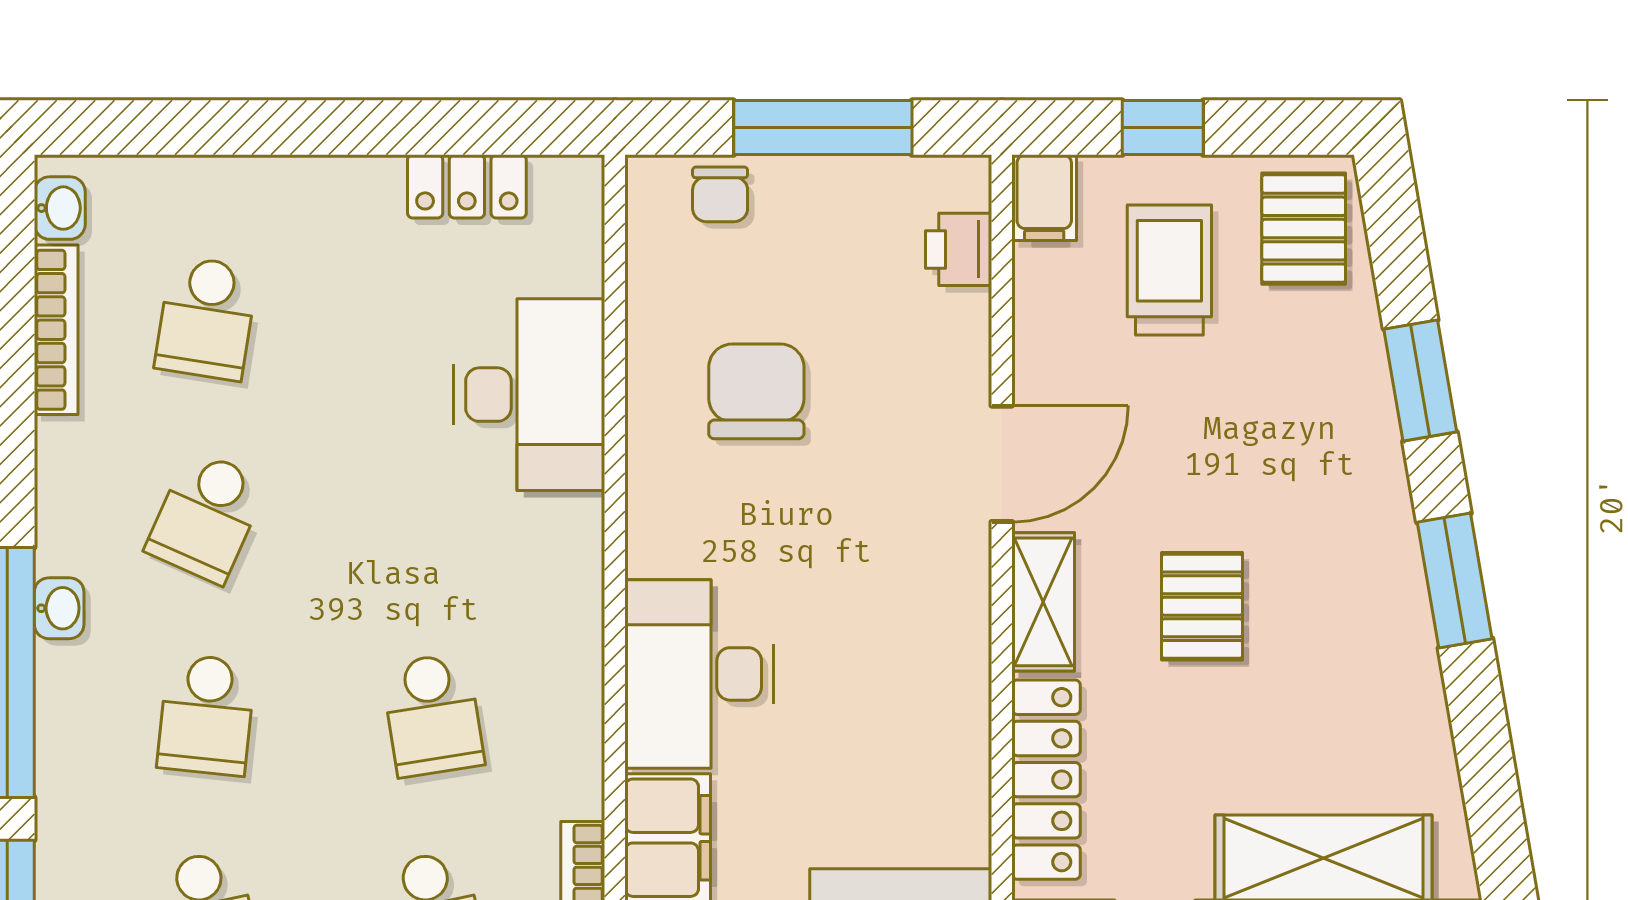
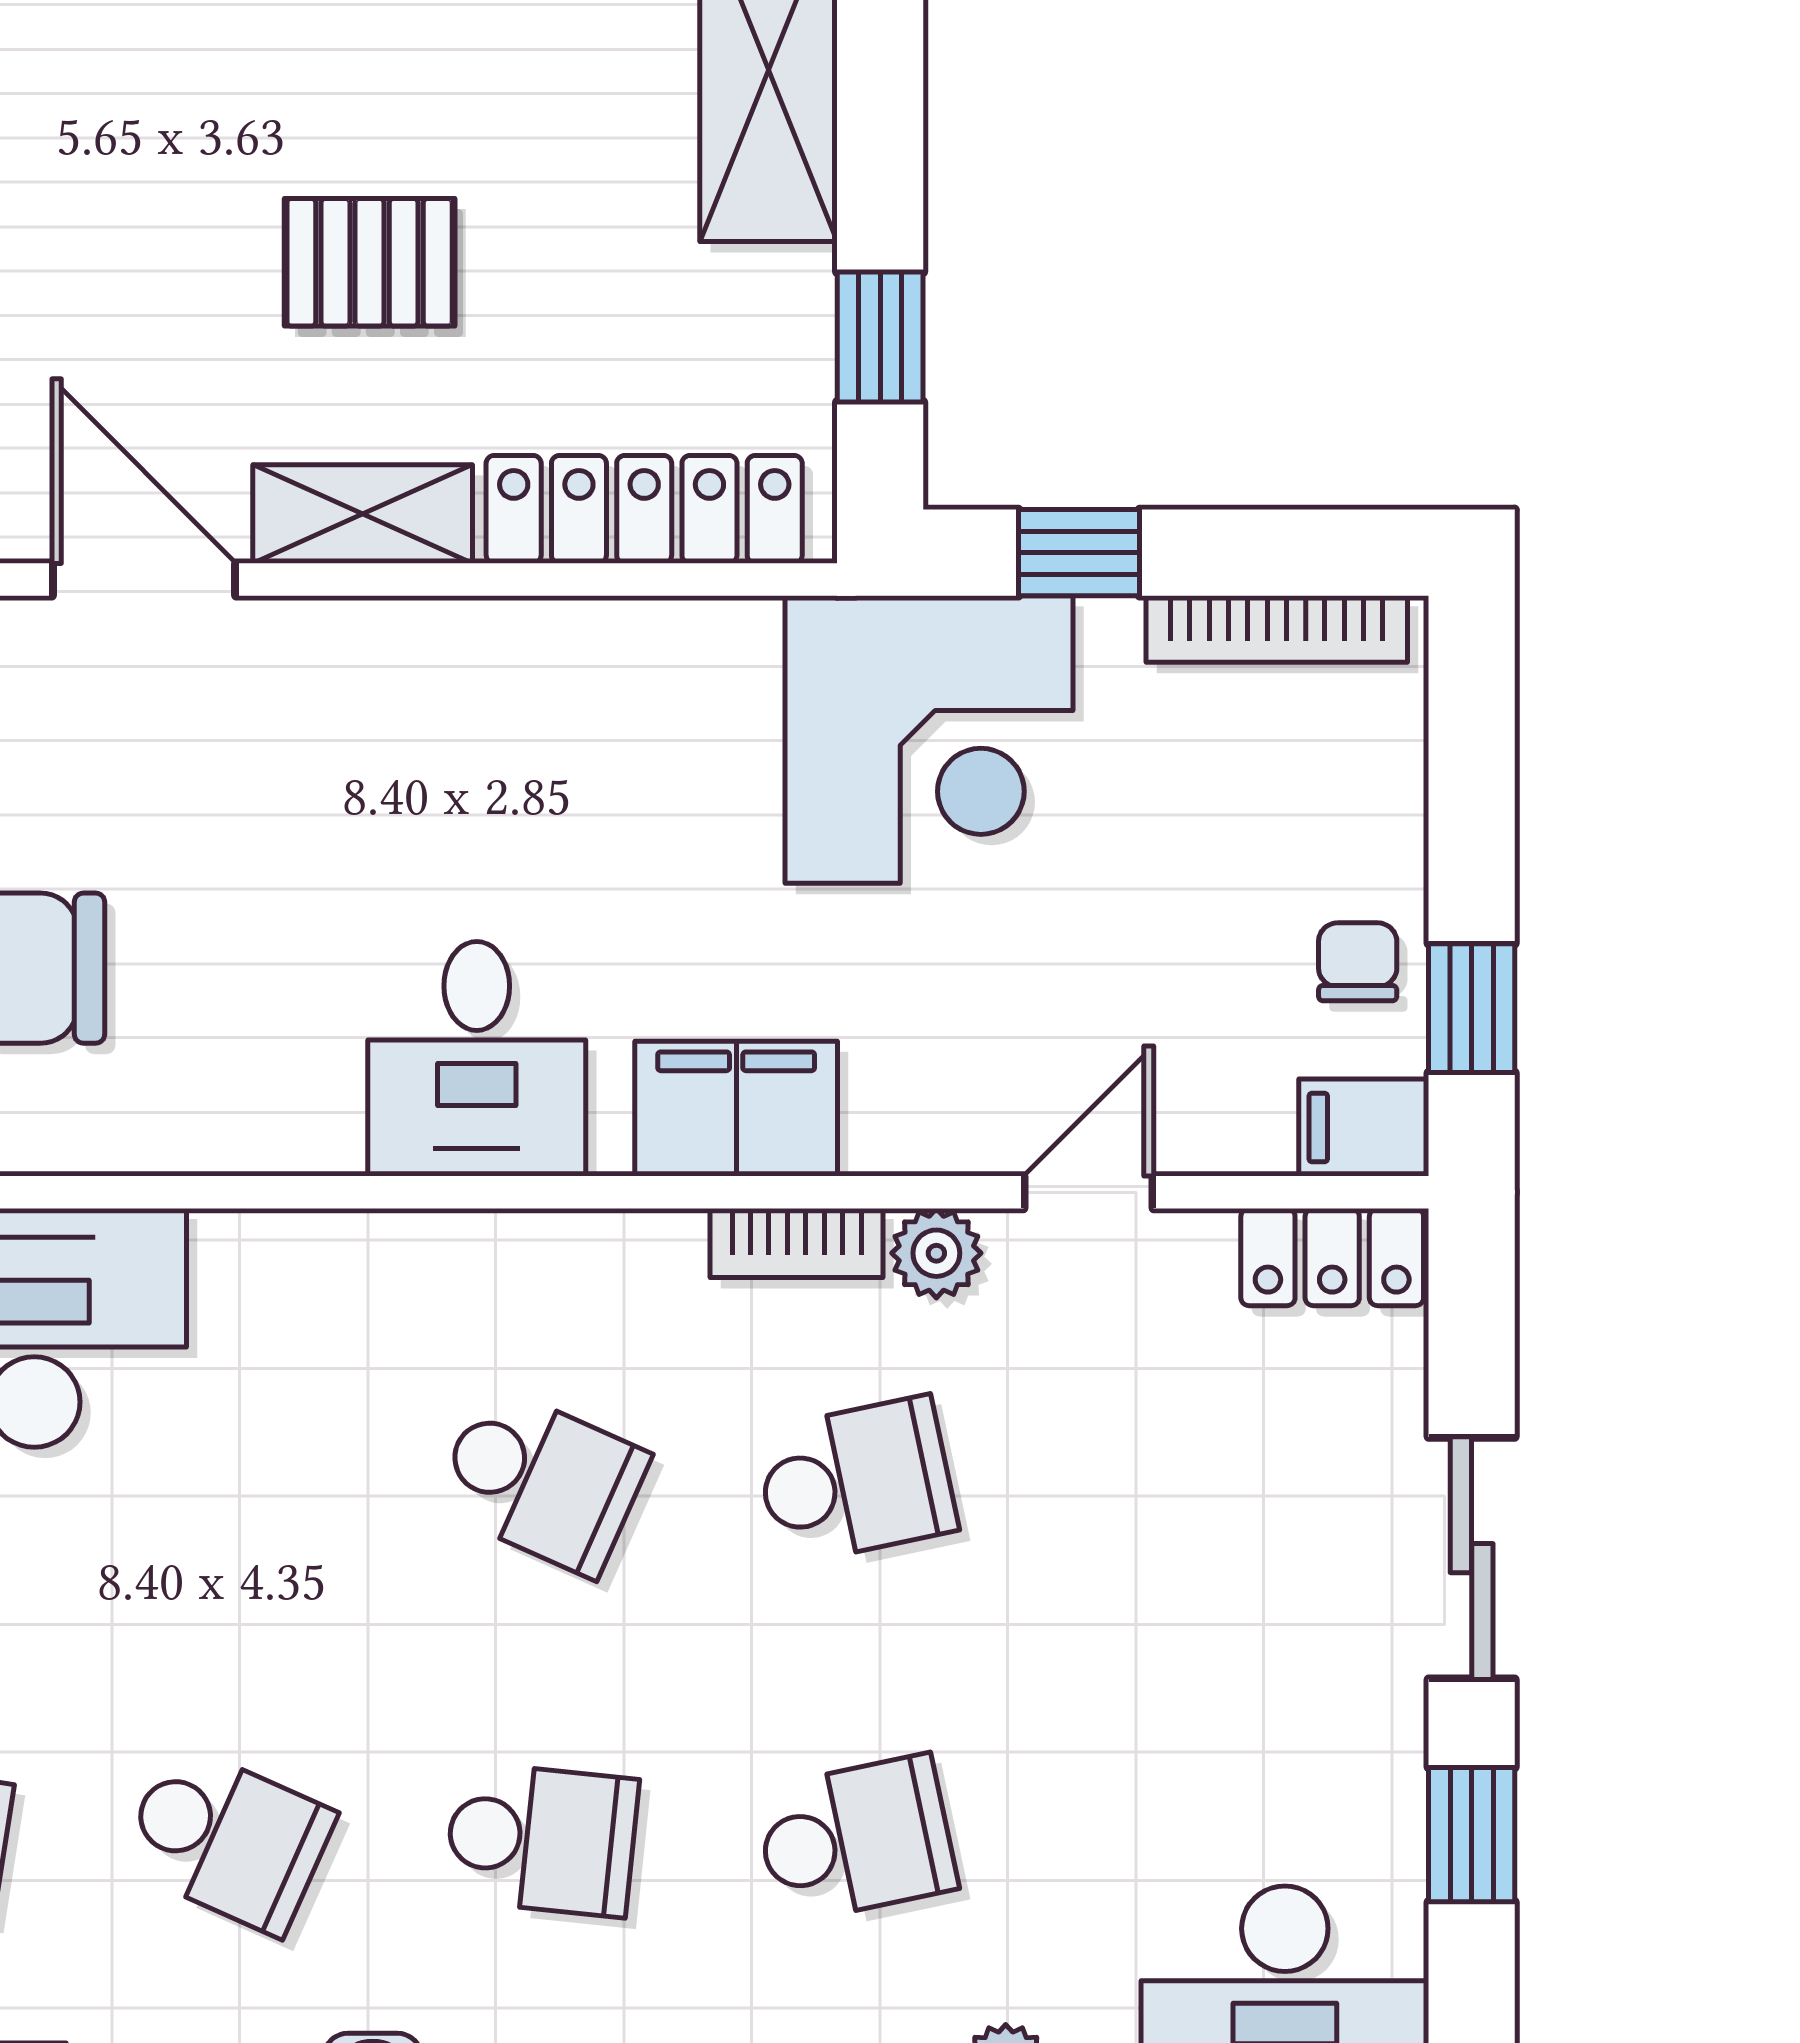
desk: (699, 674) -> (477, 1059), width x0.73
school desk: (433, 715) -> (541, 1481), turned 33

